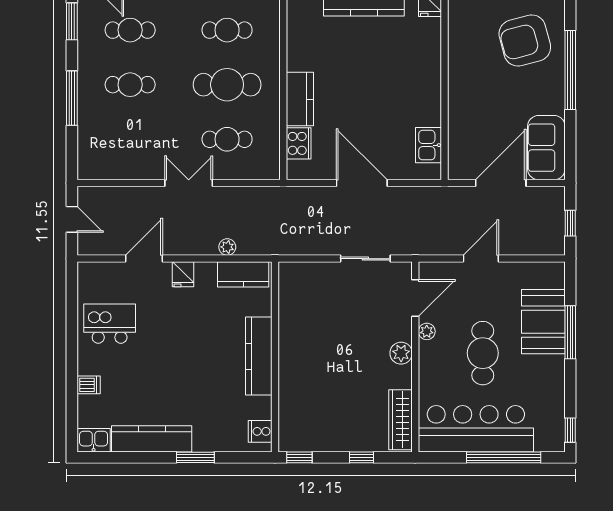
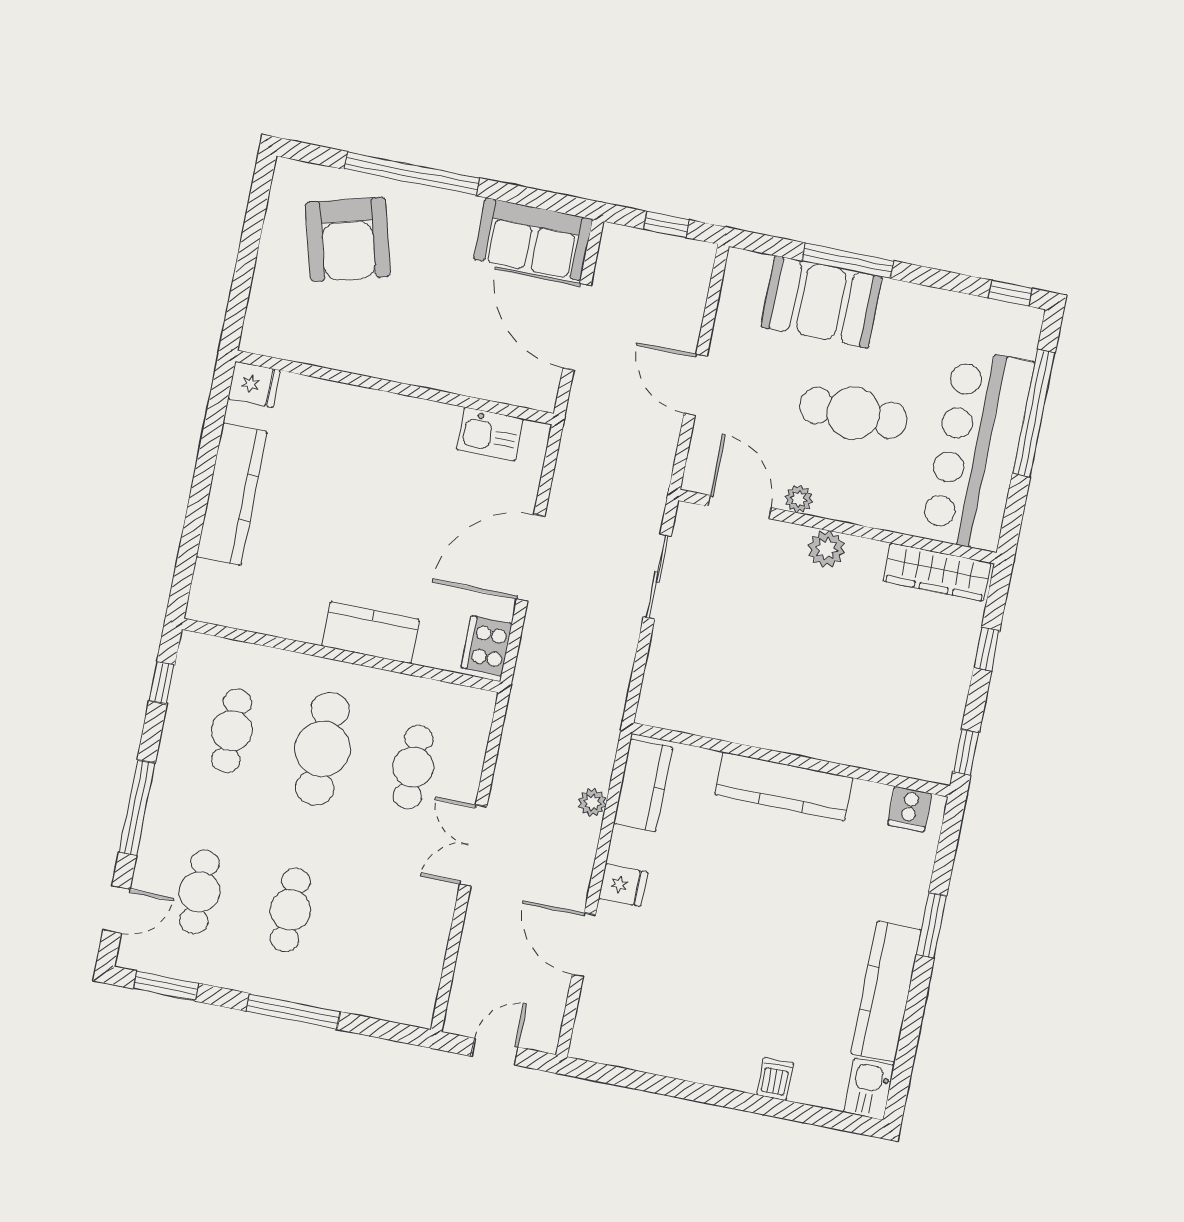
cooker: (299, 143) -> (487, 646), moved, turned -90
kitchen island: (110, 324) -> (680, 1023), removed

